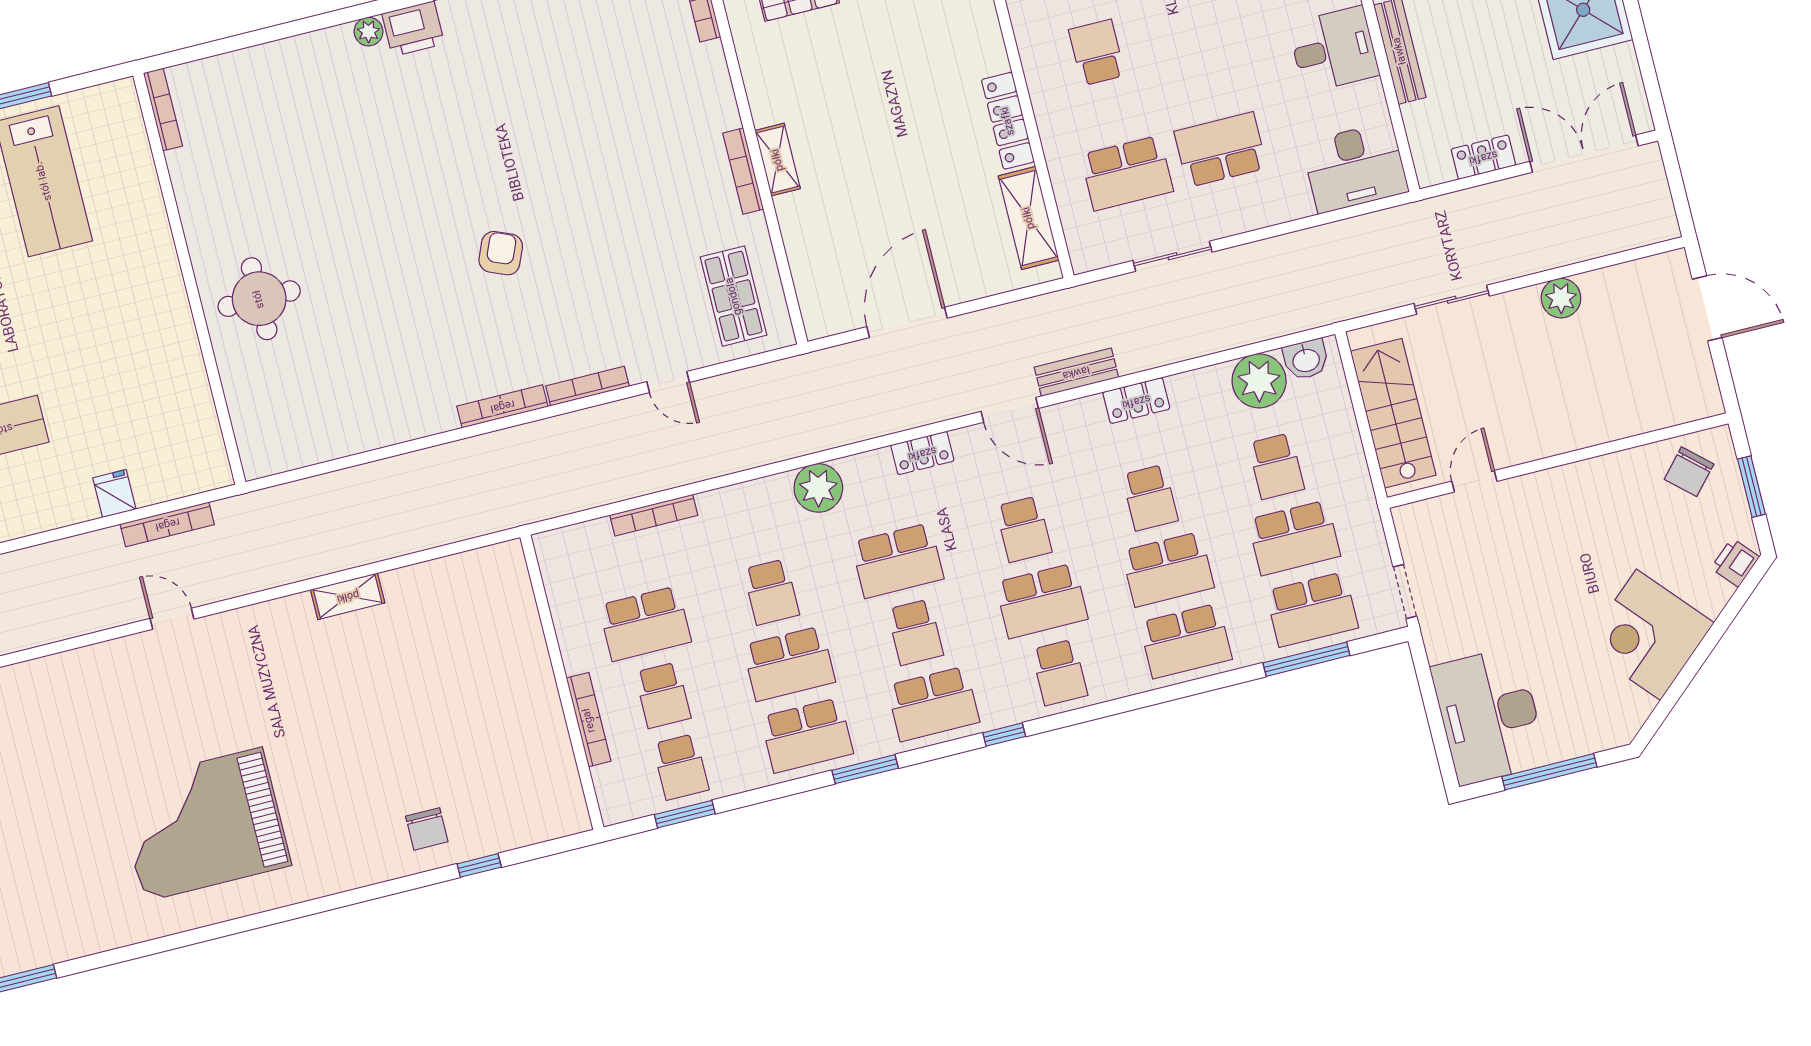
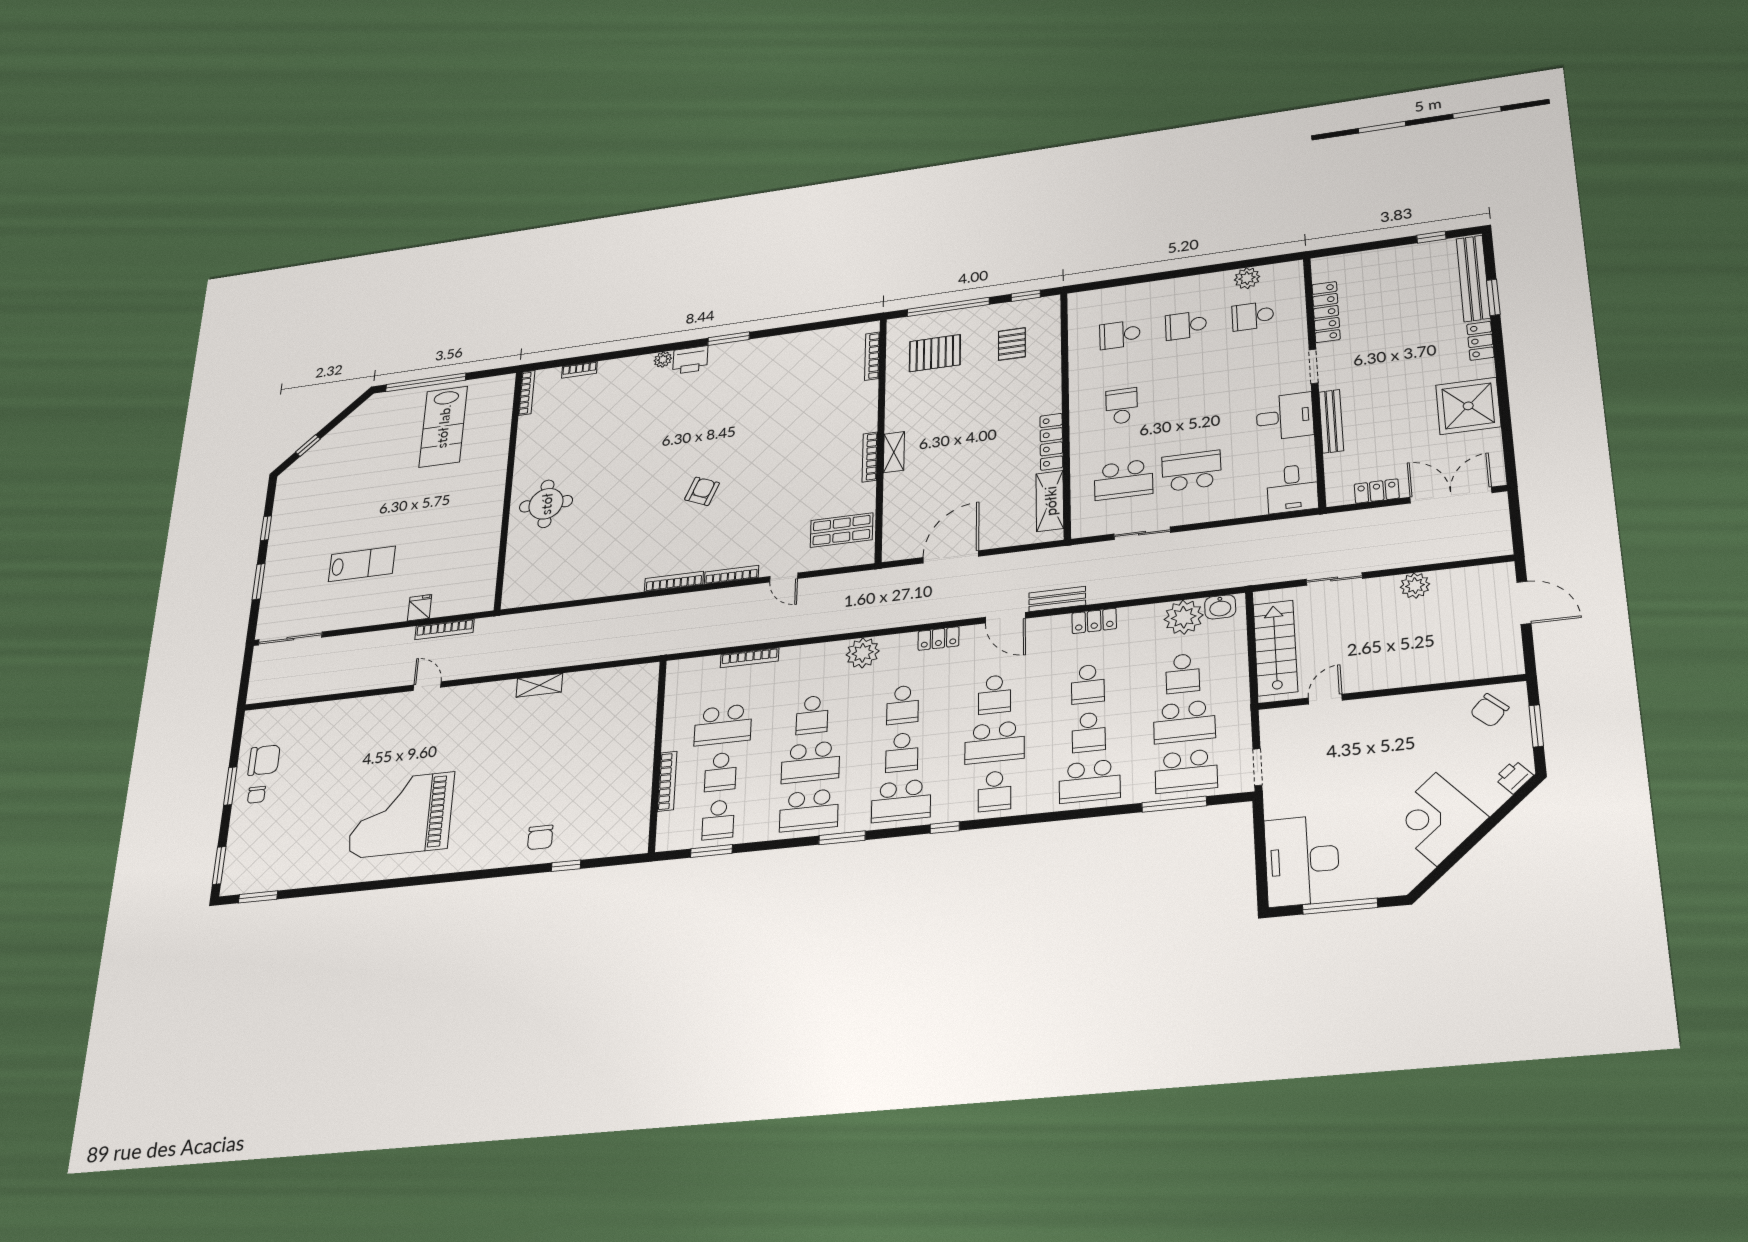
bookcase: (237, 61) -> (579, 370), added
desk: (1355, 167) -> (1292, 488), width x0.73
shop shelf: (734, 296) -> (842, 530), turned 90
school desk: (897, 561) -> (903, 705), width x0.54
school desk: (1168, 569) -> (1089, 732), width x0.54

